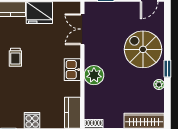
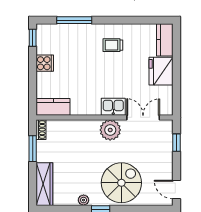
kitchen sink: (72, 70) -> (113, 107), moved
plant: (94, 75) -> (110, 130), moved

